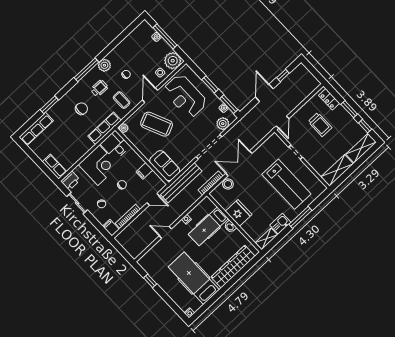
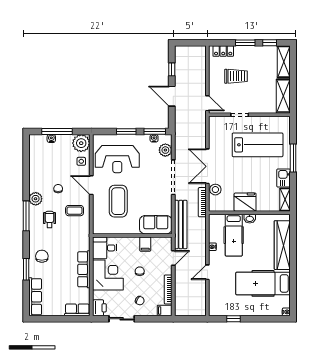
chair: (81, 109) -> (42, 256), moved
coffee table: (157, 124) -> (118, 201), turned -66
row of seats: (105, 128) -> (84, 269), moved
plant: (124, 128) -> (97, 229), removed

